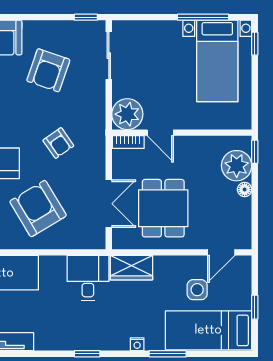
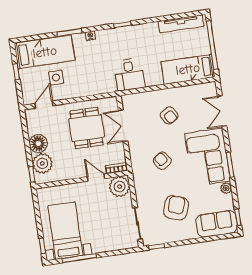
floor lamp: (245, 190) -> (38, 144), width x1.89, depth x1.89
armchair: (38, 208) -> (169, 115), width x0.53, depth x0.53
wardrobe: (131, 268) -> (102, 86), removed

